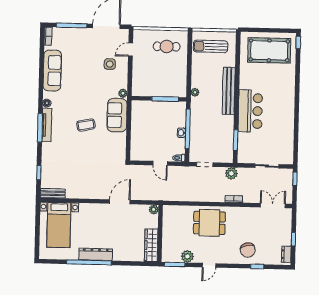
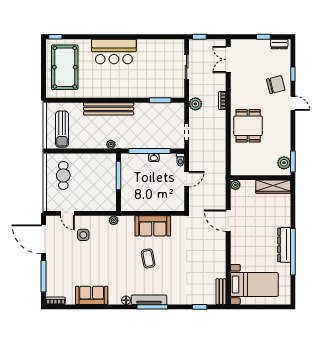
sofa: (52, 71) -> (92, 295), width x0.73
bar counter: (250, 111) -> (114, 51), moved, turned 180
sofa: (117, 115) -> (153, 226), moved
plant: (187, 256) -> (284, 163), moved
door: (209, 265) -> (293, 103), moved

